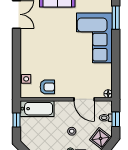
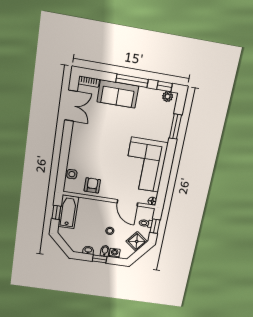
corner sofa: (94, 38) -> (145, 165), moved
armchair: (47, 87) -> (92, 185), turned -90
bathtub: (37, 109) -> (68, 212), moved, turned -90

